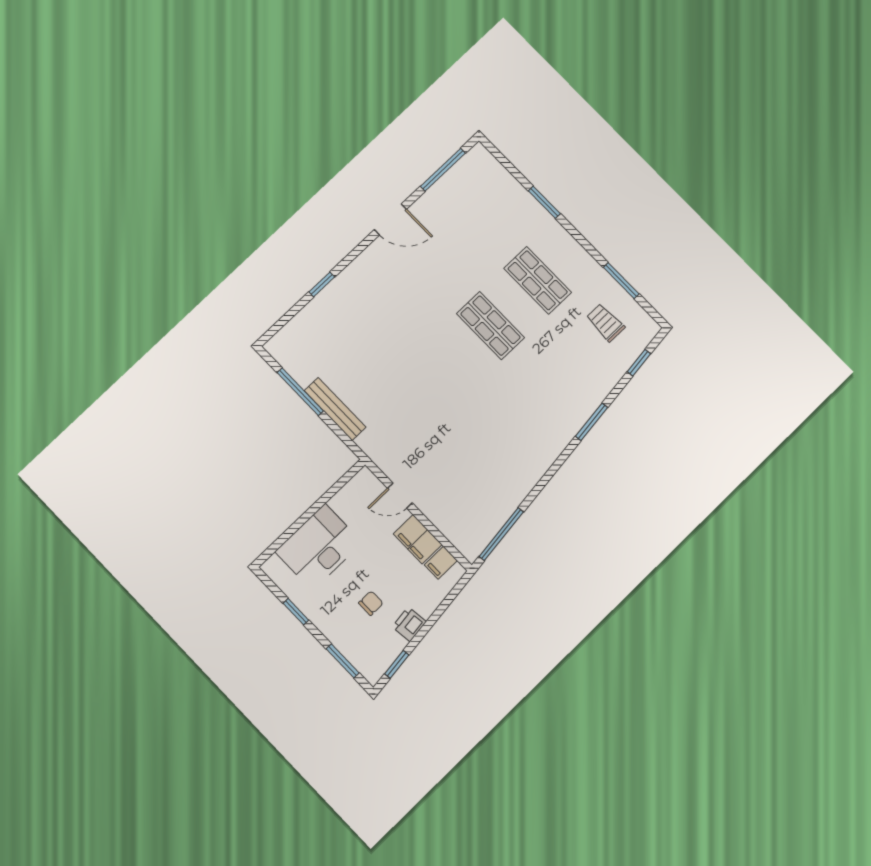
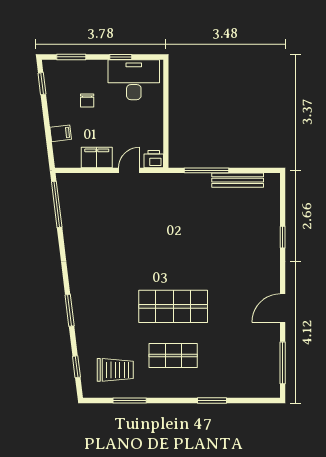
trolley: (605, 323) -> (115, 370), width x1.36, depth x1.39
shop shelf: (490, 326) -> (173, 306), width x1.43, depth x1.36
window: (300, 392) -> (206, 170), moved
bench: (335, 409) -> (238, 180), moved
desk: (319, 547) -> (134, 80), moved, turned -90
filing cabinet: (441, 563) -> (61, 133), moved, turned 83
printer: (409, 624) -> (154, 159), moved, turned -83

